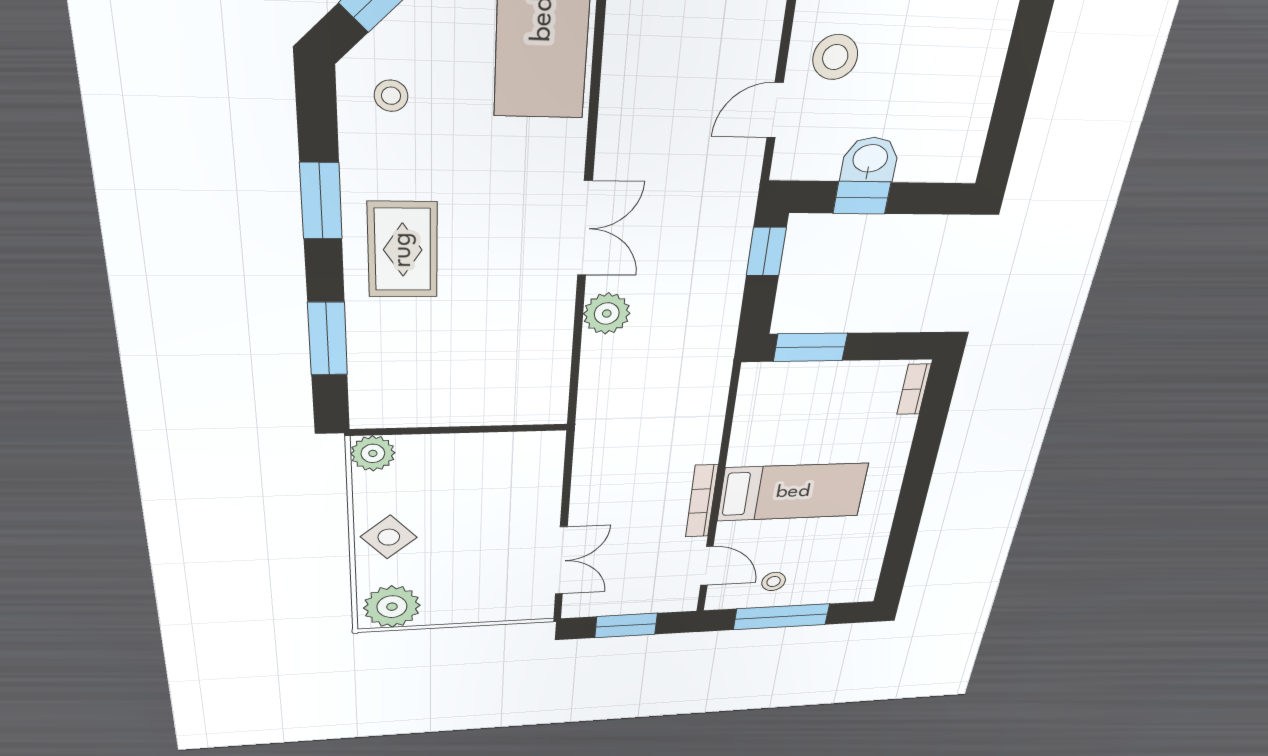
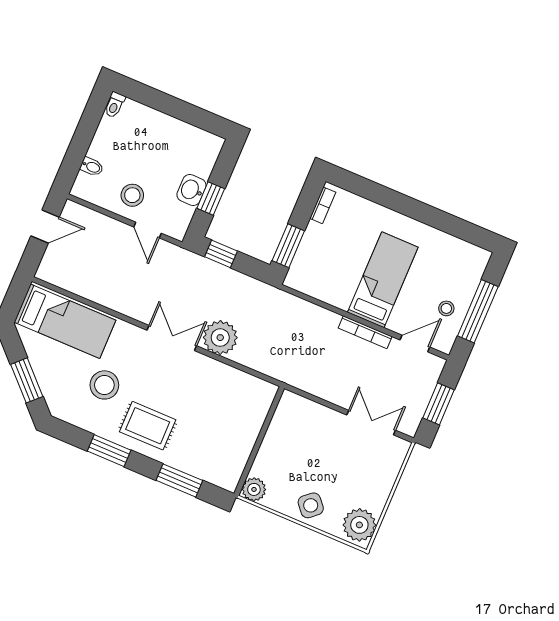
stool: (391, 96) -> (104, 385), moved, width x1.89, depth x1.89
plant: (607, 314) -> (220, 338), width x1.36, depth x1.36
bookcase: (914, 389) -> (323, 205), moved, turned -90

